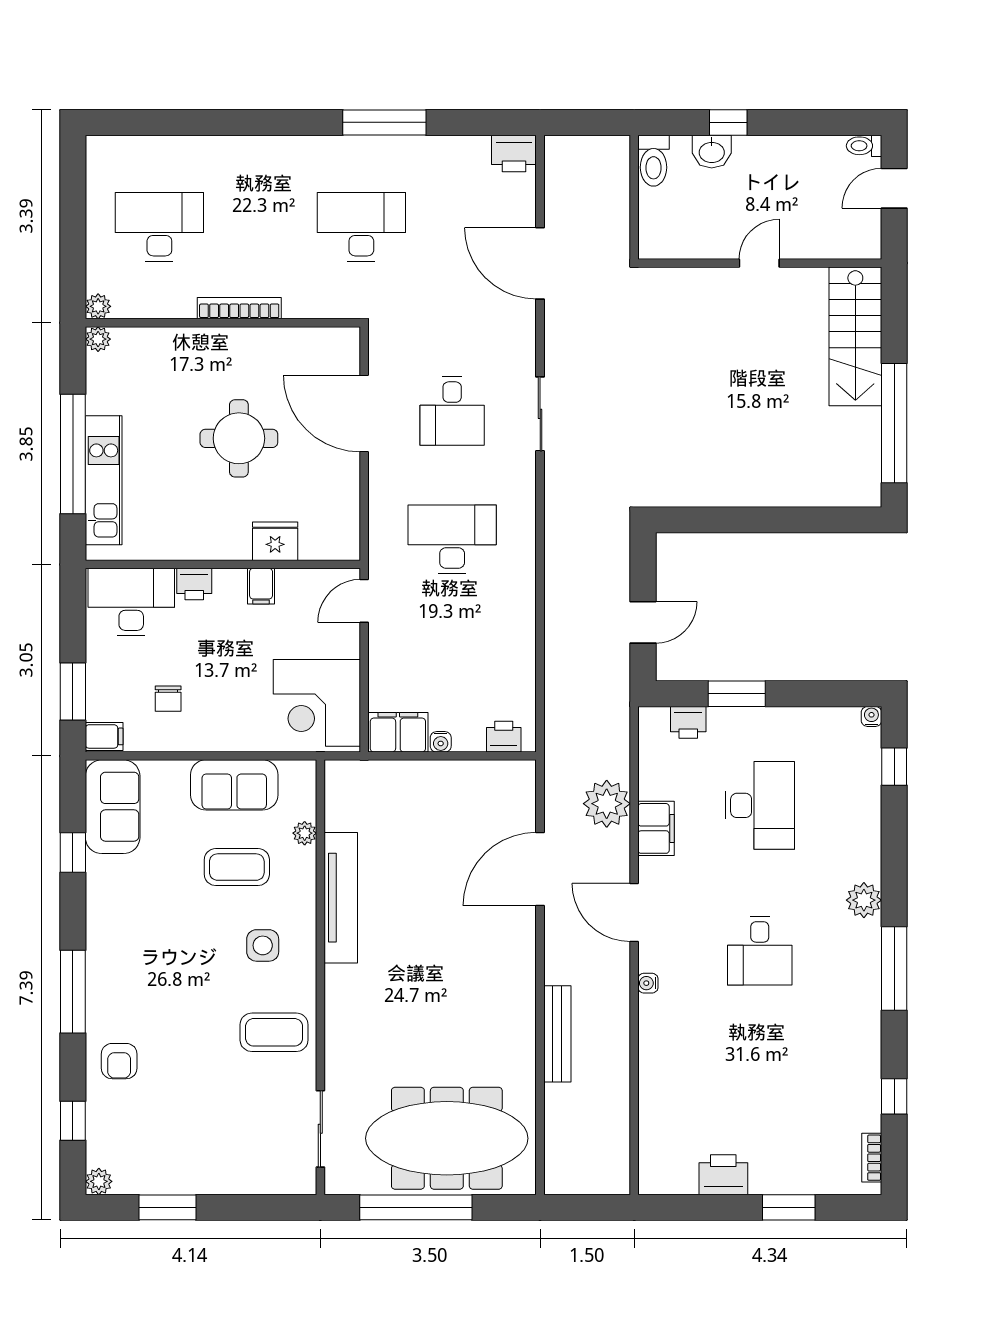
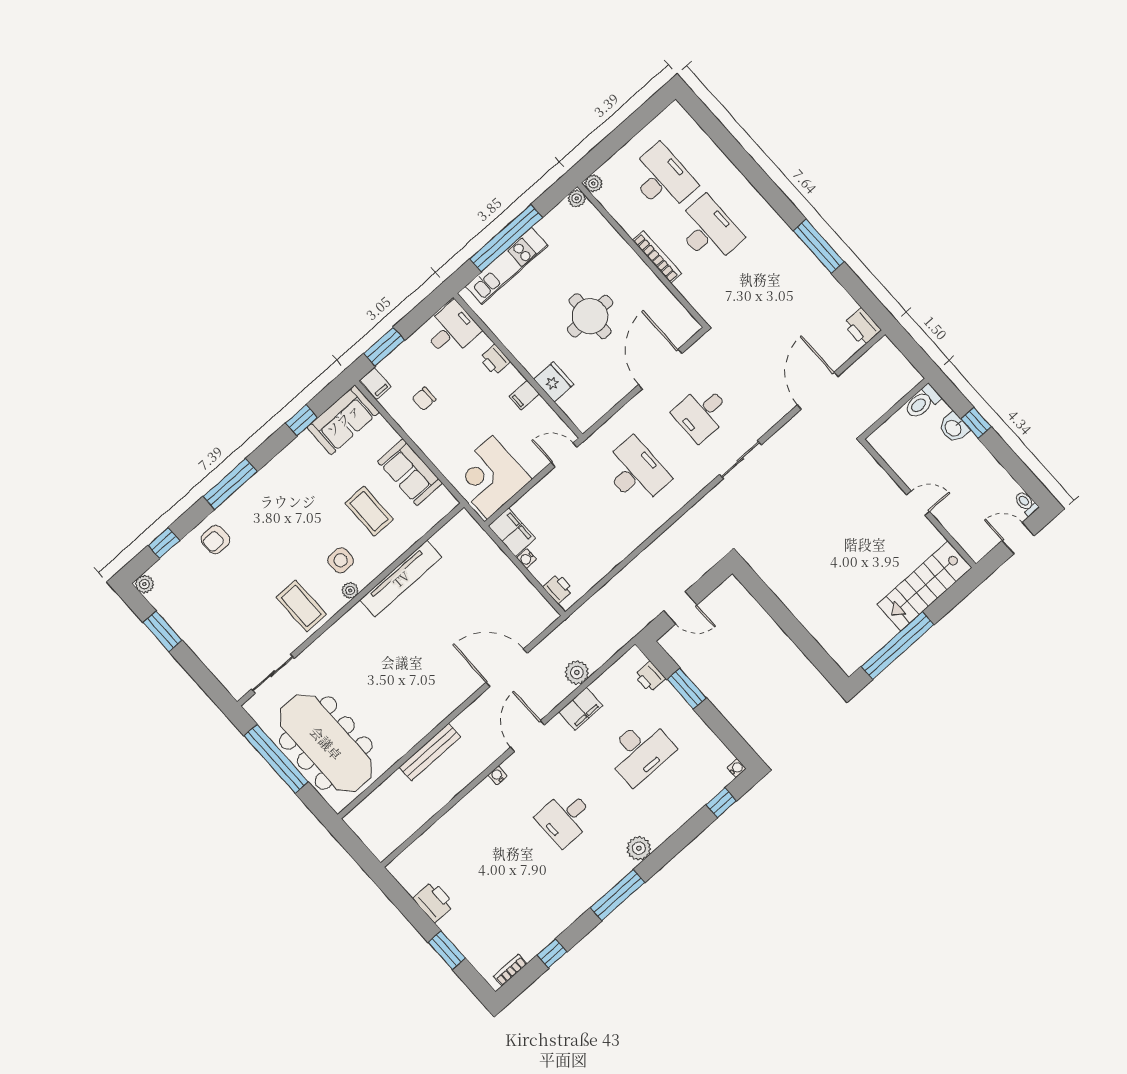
desk: (361, 227) -> (708, 230), moved
desk: (131, 602) -> (451, 330), width x0.73
plant: (607, 804) -> (577, 672), width x0.73, depth x0.73
plant: (305, 833) -> (350, 590), moved

